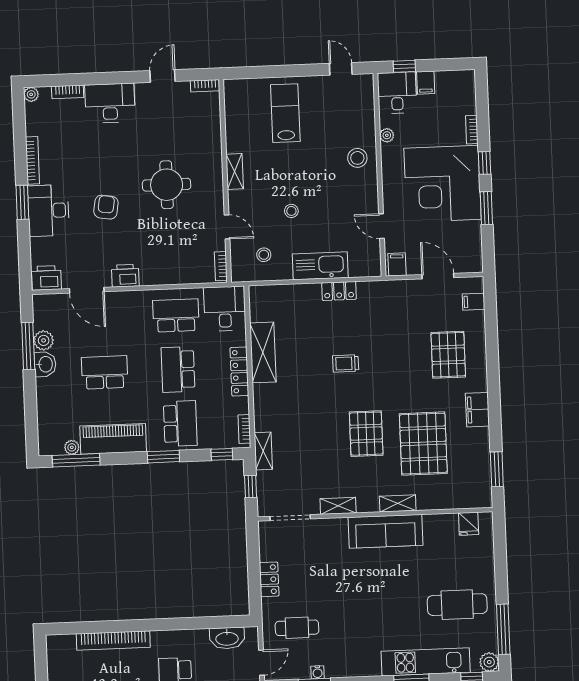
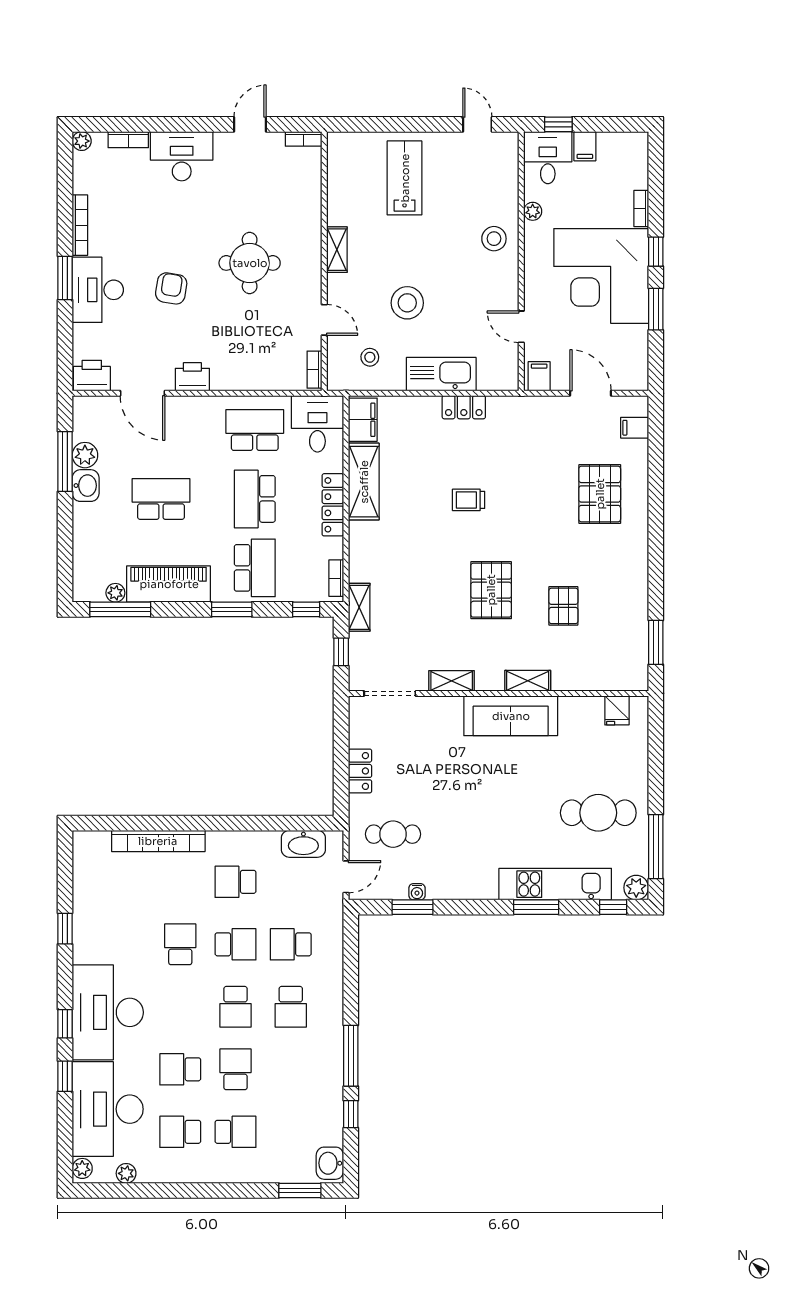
stool: (291, 211) -> (407, 303), width x1.89, depth x1.89
filing cabinet: (477, 410) -> (363, 420), moved, turned 180
pallet: (423, 444) -> (563, 606), width x0.49, depth x0.50

